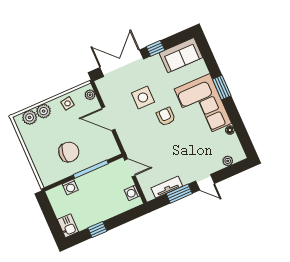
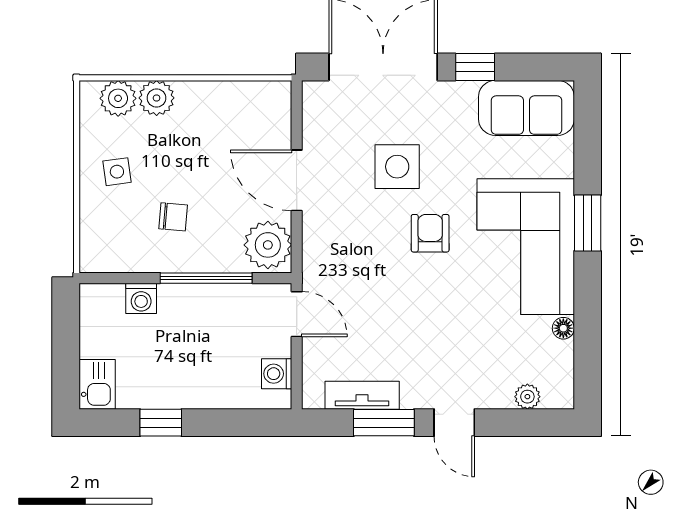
plant: (90, 95) -> (268, 245), moved, width x1.88, depth x1.88
side table: (68, 103) -> (117, 172), moved
chair: (69, 152) -> (173, 217), width x0.54, depth x0.54

